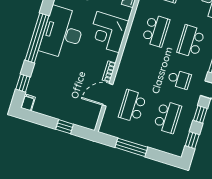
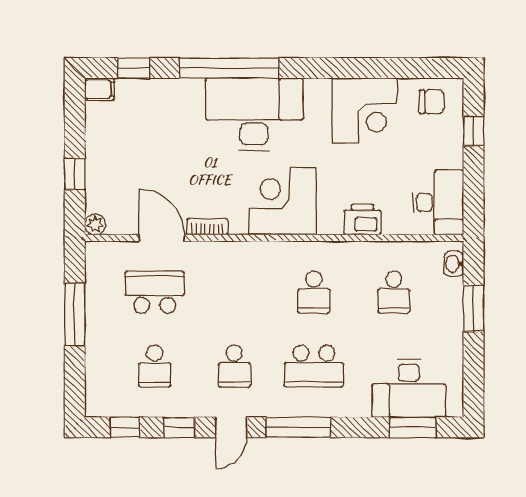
school desk: (156, 31) -> (314, 292), width x0.54
school desk: (191, 41) -> (314, 366), turned 180
school desk: (168, 117) -> (155, 366), width x0.54
plant: (91, 124) -> (95, 224), added

